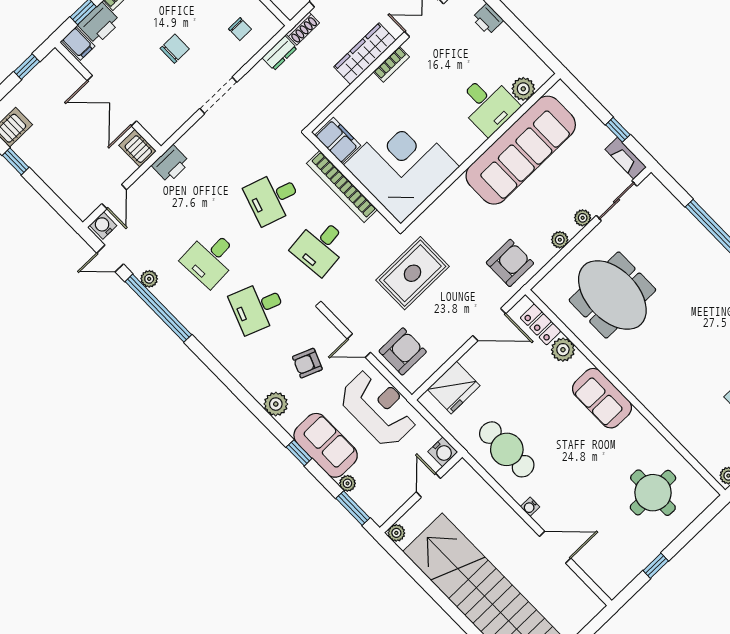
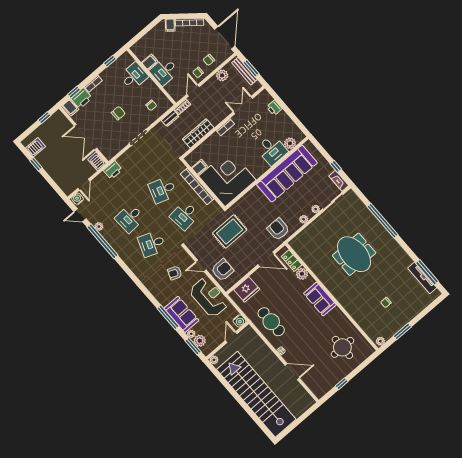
wardrobe: (365, 54) -> (198, 133), moved
filing cabinet: (338, 140) -> (200, 167), width x0.50
armchair: (510, 263) -> (278, 229), turned -90
meeting table: (612, 295) -> (354, 254), moved
plant: (276, 404) -> (200, 341), moved
window: (299, 453) -> (168, 317), width x2.17

